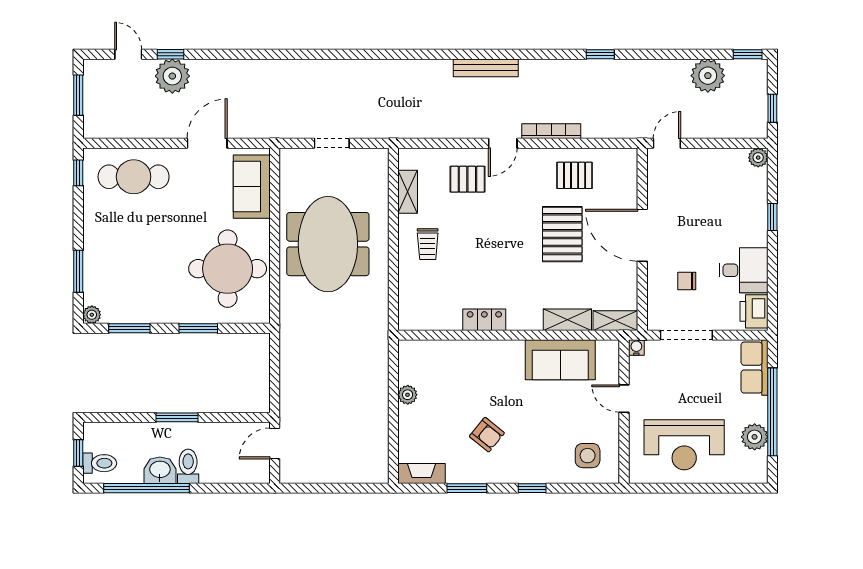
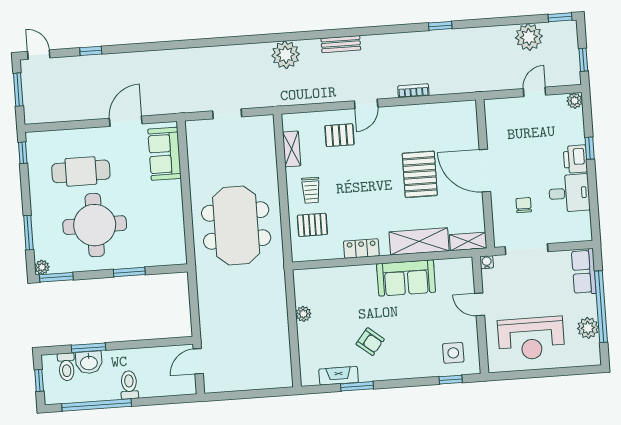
door: (128, 54) -> (39, 55), moved
bench: (486, 68) -> (341, 44), width x0.73
plant: (172, 76) -> (286, 55), moved
bookcase: (551, 131) -> (413, 91), width x0.64
door: (667, 143) -> (534, 92), moved
pallet: (575, 175) -> (312, 225), moved
cafe table: (134, 177) -> (81, 171), moved
meeting table: (328, 244) -> (236, 225), moved
round table: (228, 269) -> (95, 225), moved
chair: (687, 281) -> (524, 205), turned 90
printer: (754, 311) -> (575, 159), moved
shelving: (567, 320) -> (419, 241), width x1.50, depth x1.33
window: (129, 328) -> (56, 277), moved
sofa: (560, 360) -> (406, 278), moved
window: (177, 417) -> (89, 348), moved
toilet: (100, 463) -> (66, 367), moved, turned 90
washbasin: (160, 470) -> (89, 362), moved, turned 180
fireplace: (421, 473) -> (339, 376), moved
window: (532, 488) -> (451, 380), moved

